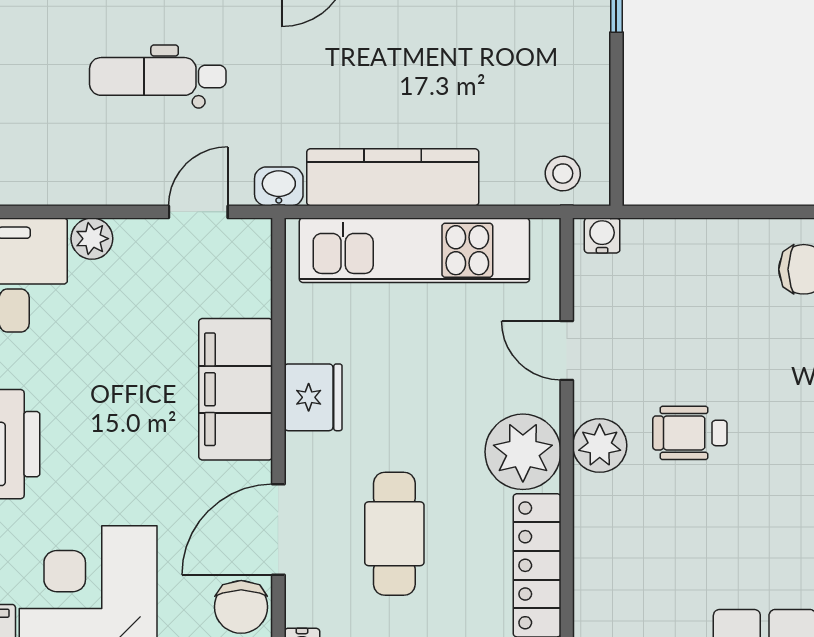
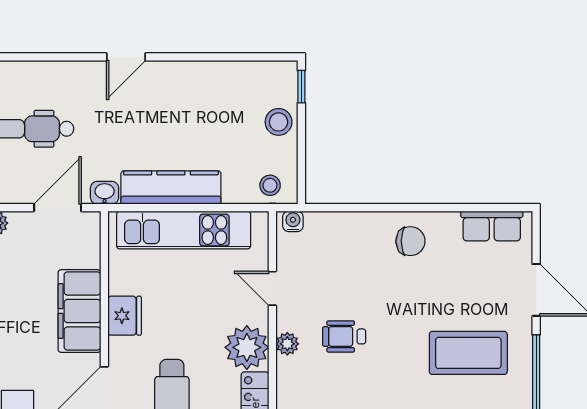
stool: (577, 65) -> (279, 122), added
door: (198, 212) -> (58, 208), width x1.38
plant: (600, 445) -> (287, 344), width x0.73, depth x0.73

